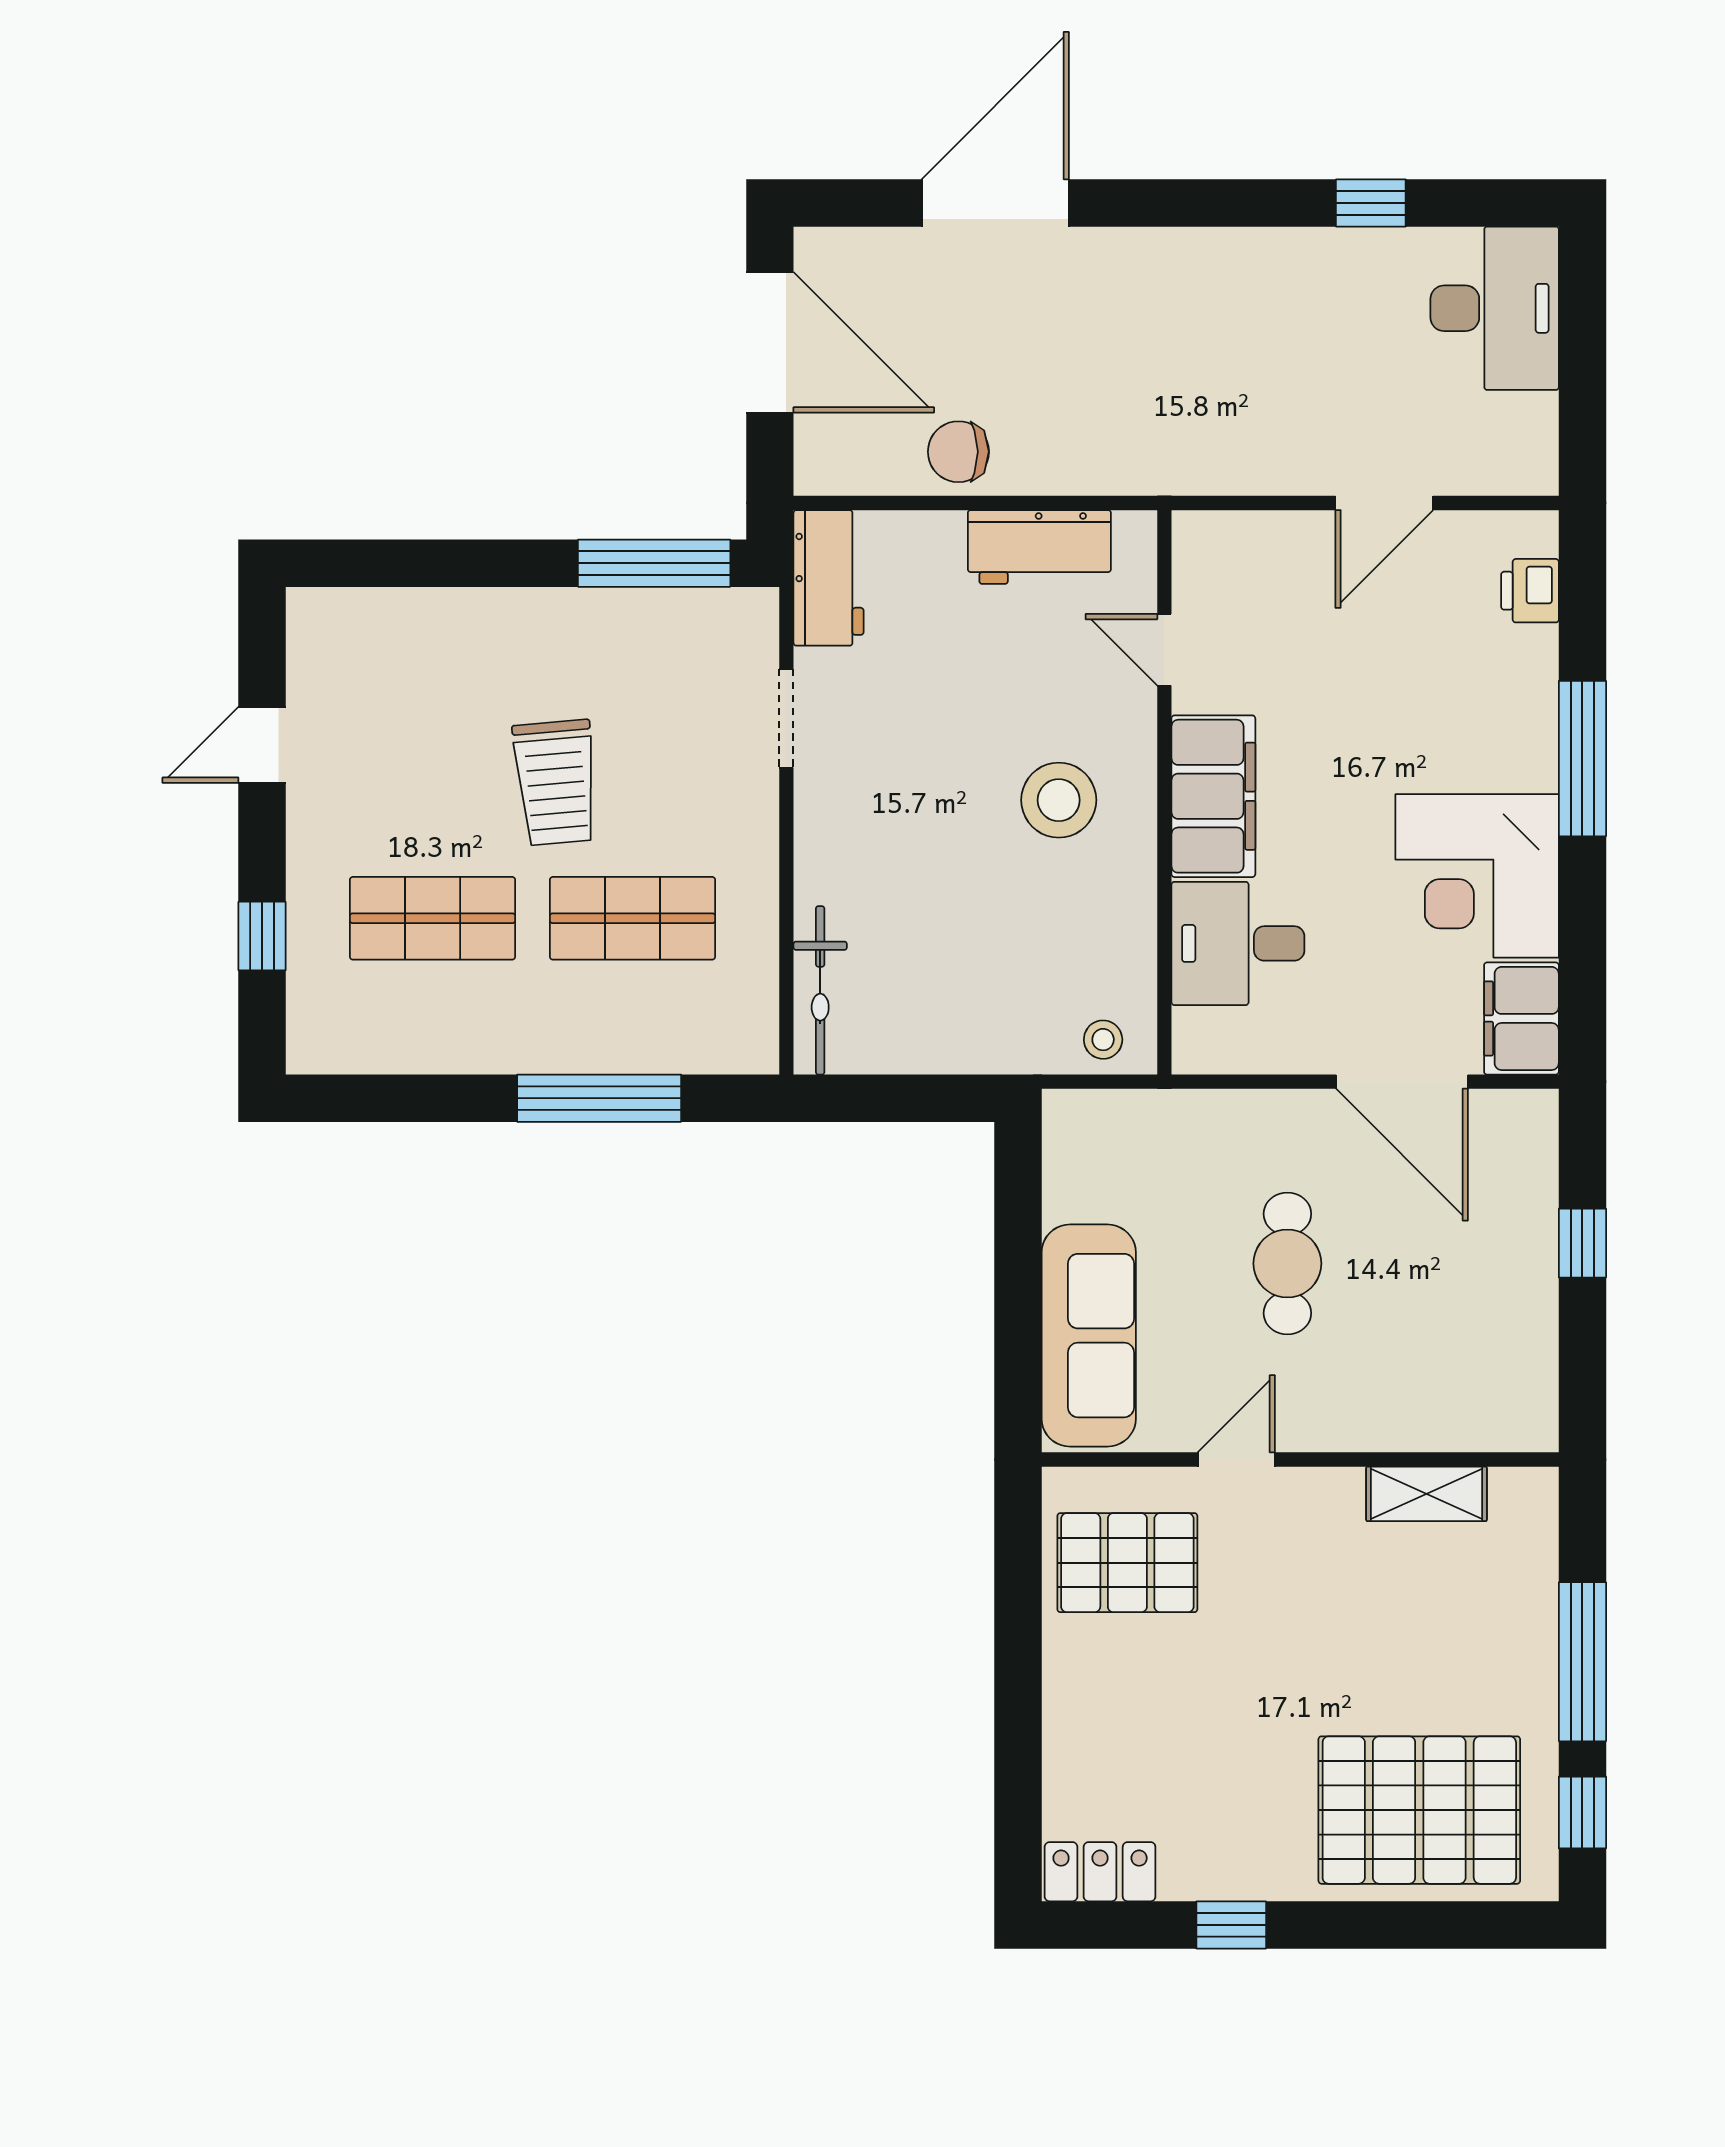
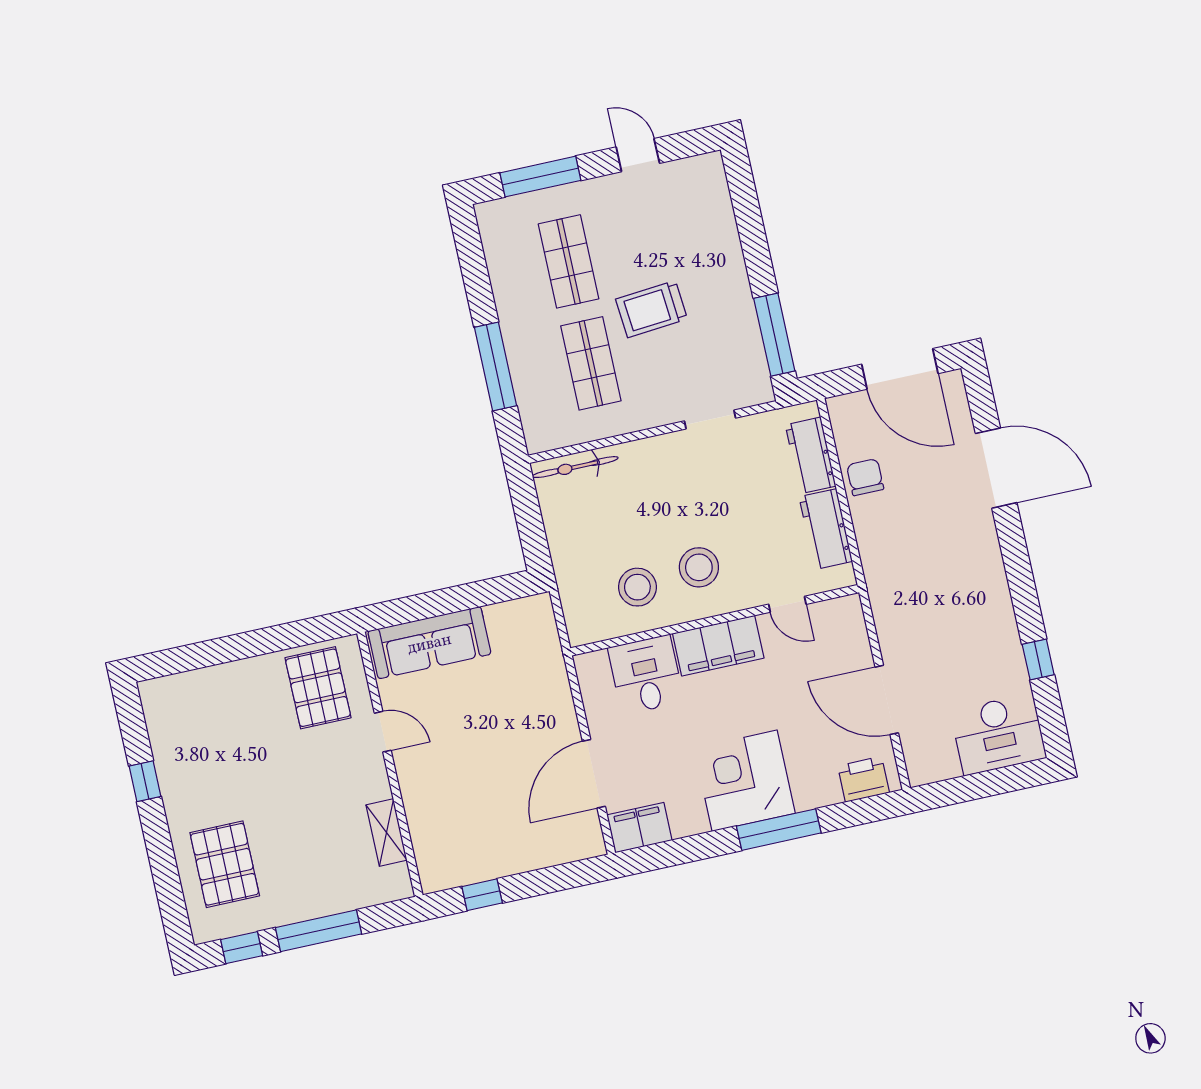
door: (770, 342) -> (900, 369), hinge flipped
door: (1384, 503) -> (887, 700), width x1.36
workbench: (829, 578) -> (811, 455), moved, turned 90
printer: (1530, 591) -> (864, 779), width x1.36, depth x1.24
door: (1164, 650) -> (787, 604), swing flipped
corner desk: (1477, 876) -> (745, 781), moved
window: (262, 936) -> (540, 177), width x2.17
stool: (1103, 1040) -> (637, 587), moved, width x1.89, depth x1.89
window: (1582, 1243) -> (482, 895), moved
cafe table: (1287, 1263) -> (488, 736), removed
pallet: (1419, 1810) -> (225, 864), width x0.73, depth x0.71
locker: (1100, 1872) -> (157, 708), removed

